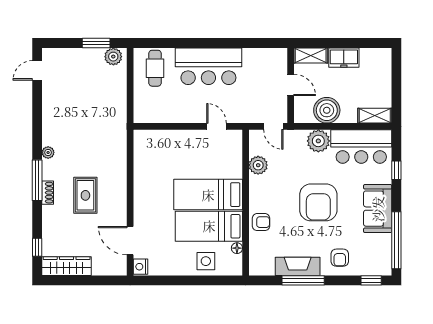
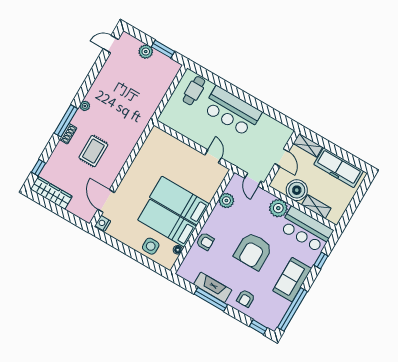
plant: (113, 57) -> (146, 52), moved
freezer: (344, 58) -> (339, 168), width x1.91, depth x1.26
shelving: (375, 116) -> (316, 207), moved

